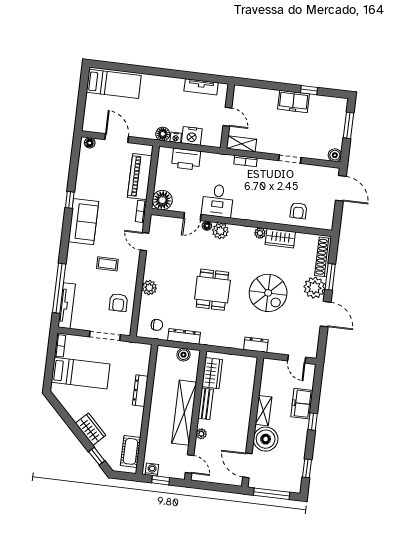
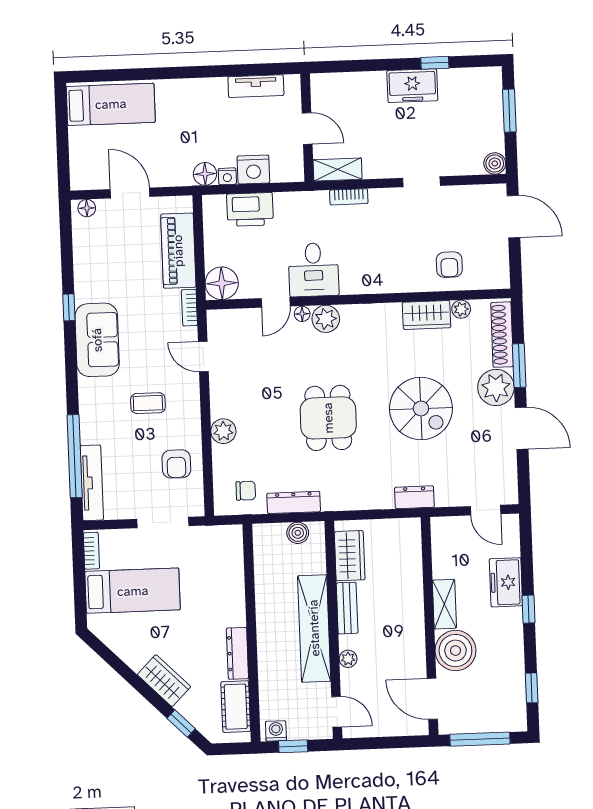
plant: (260, 233) -> (461, 309), moved
dresser: (140, 391) -> (237, 653), moved

